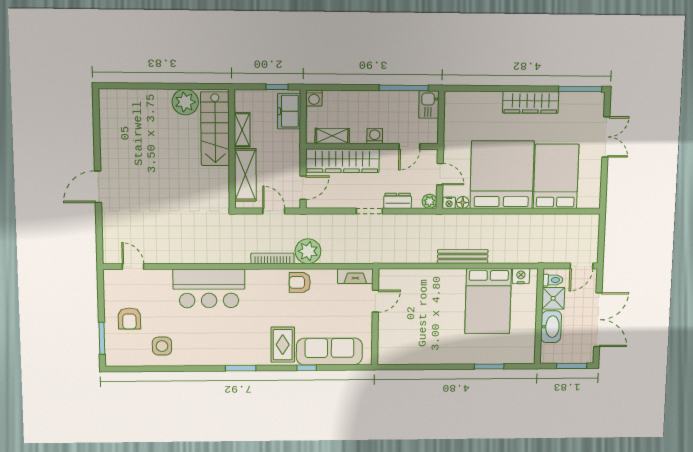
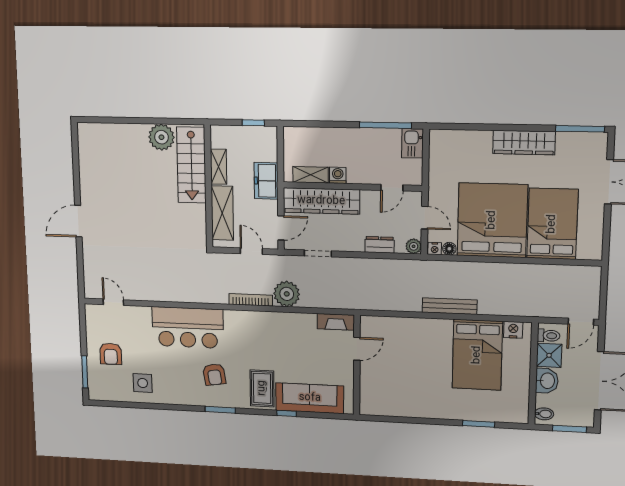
washing machine: (314, 98) -> (291, 135), removed
freezer: (289, 111) -> (266, 181), moved
washing machine: (375, 136) -> (338, 175), moved
doorway: (369, 211) -> (318, 253), moved
armchair: (300, 282) -> (214, 375), moved, turned -99
washbasin: (551, 327) -> (547, 381), width x0.72
bidet: (549, 353) -> (544, 414), added

